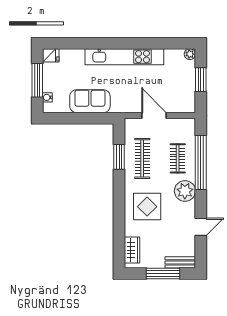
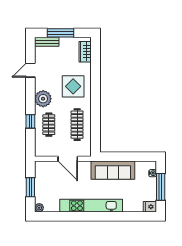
sofa: (90, 101) -> (113, 170), width x1.36
window: (119, 157) -> (96, 126), removed
window: (201, 163) -> (30, 121), width x0.32

